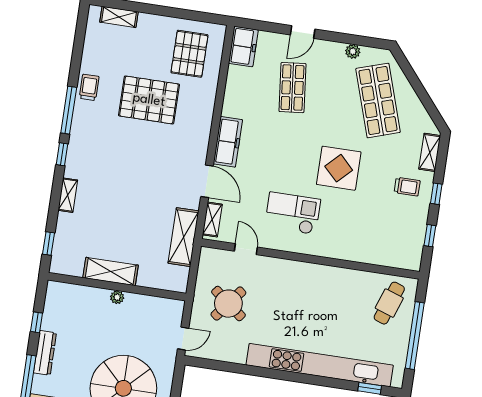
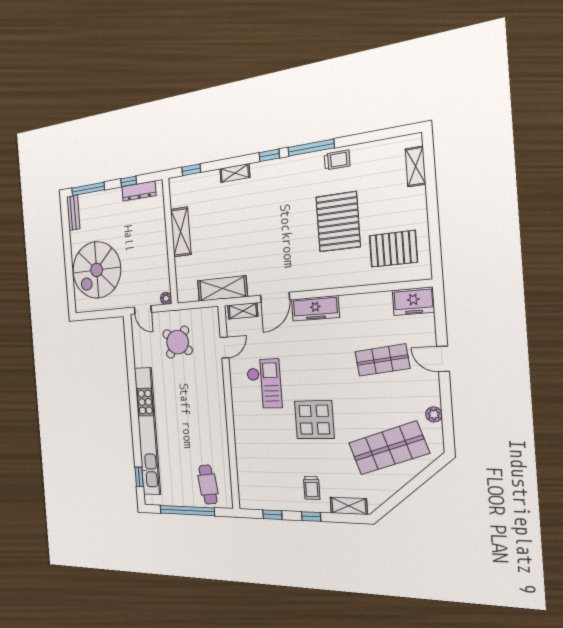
plant: (117, 297) -> (166, 298), moved
cafe table: (389, 303) -> (208, 485), turned 64
dresser: (45, 353) -> (139, 191), moved

